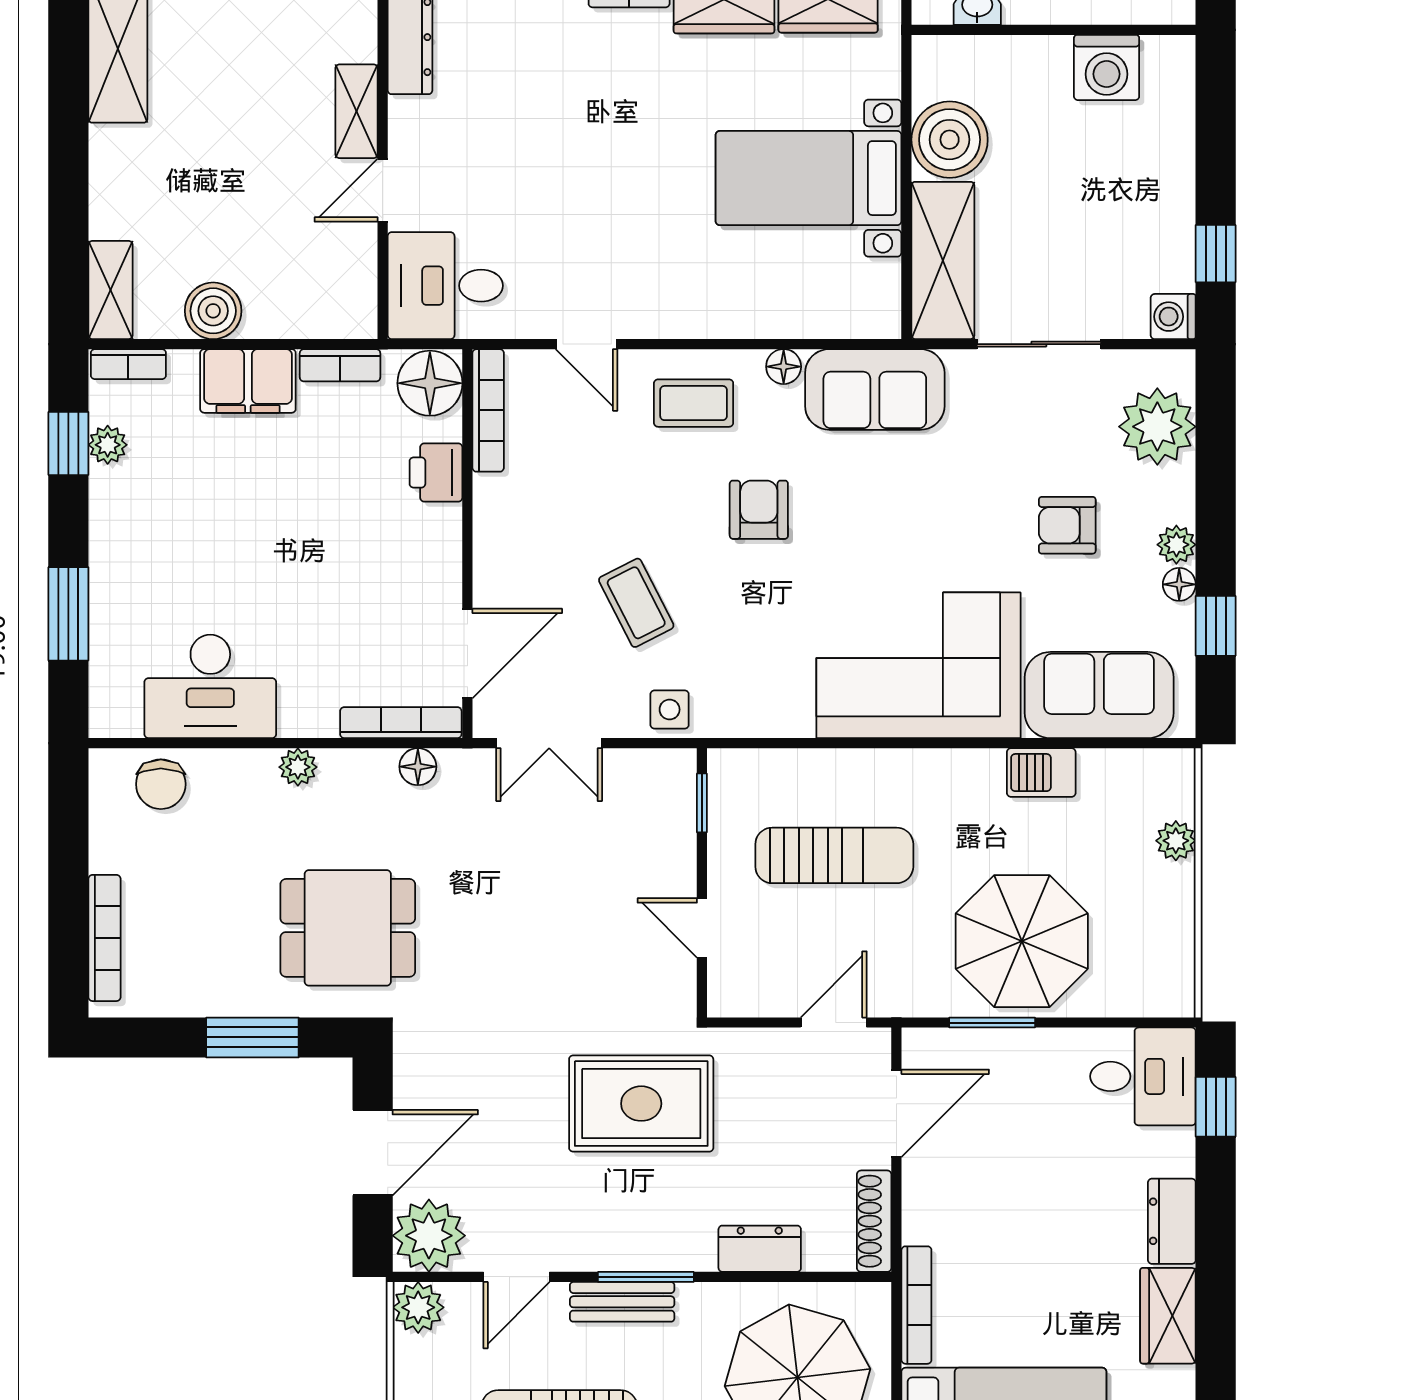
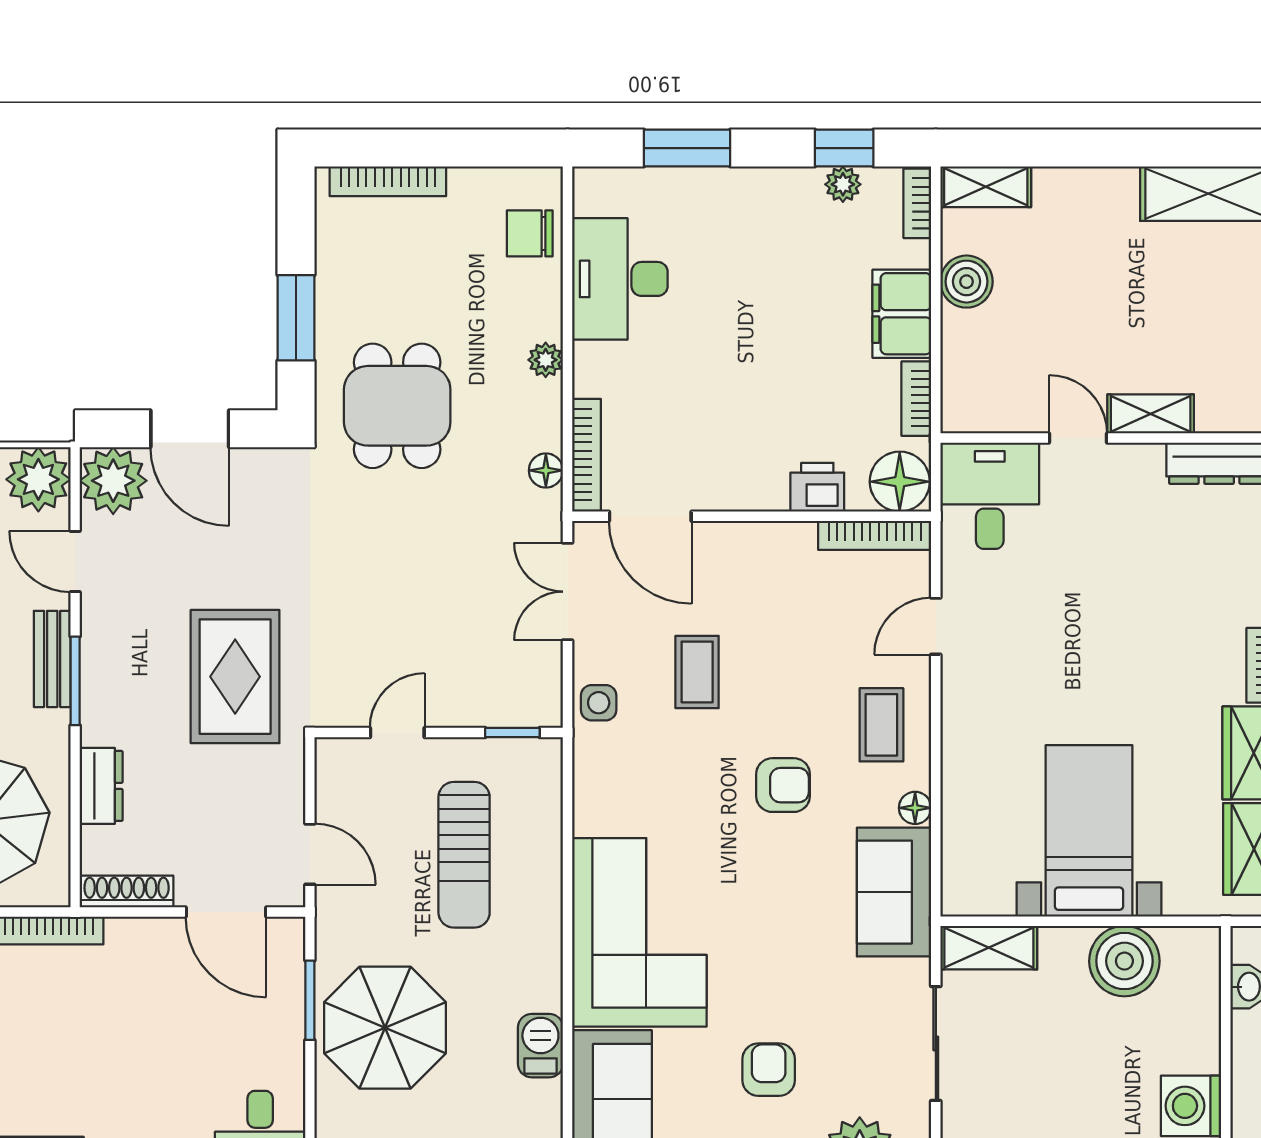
shelving: (943, 260) -> (989, 948), width x0.67, depth x0.75
coffee table: (636, 603) -> (697, 672), turned -63
plant: (418, 1307) -> (38, 479), width x1.36, depth x1.36

